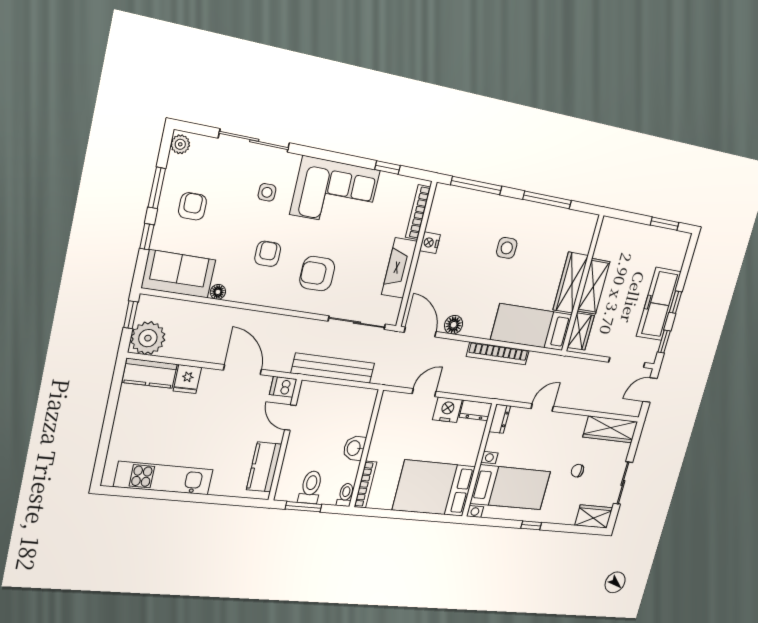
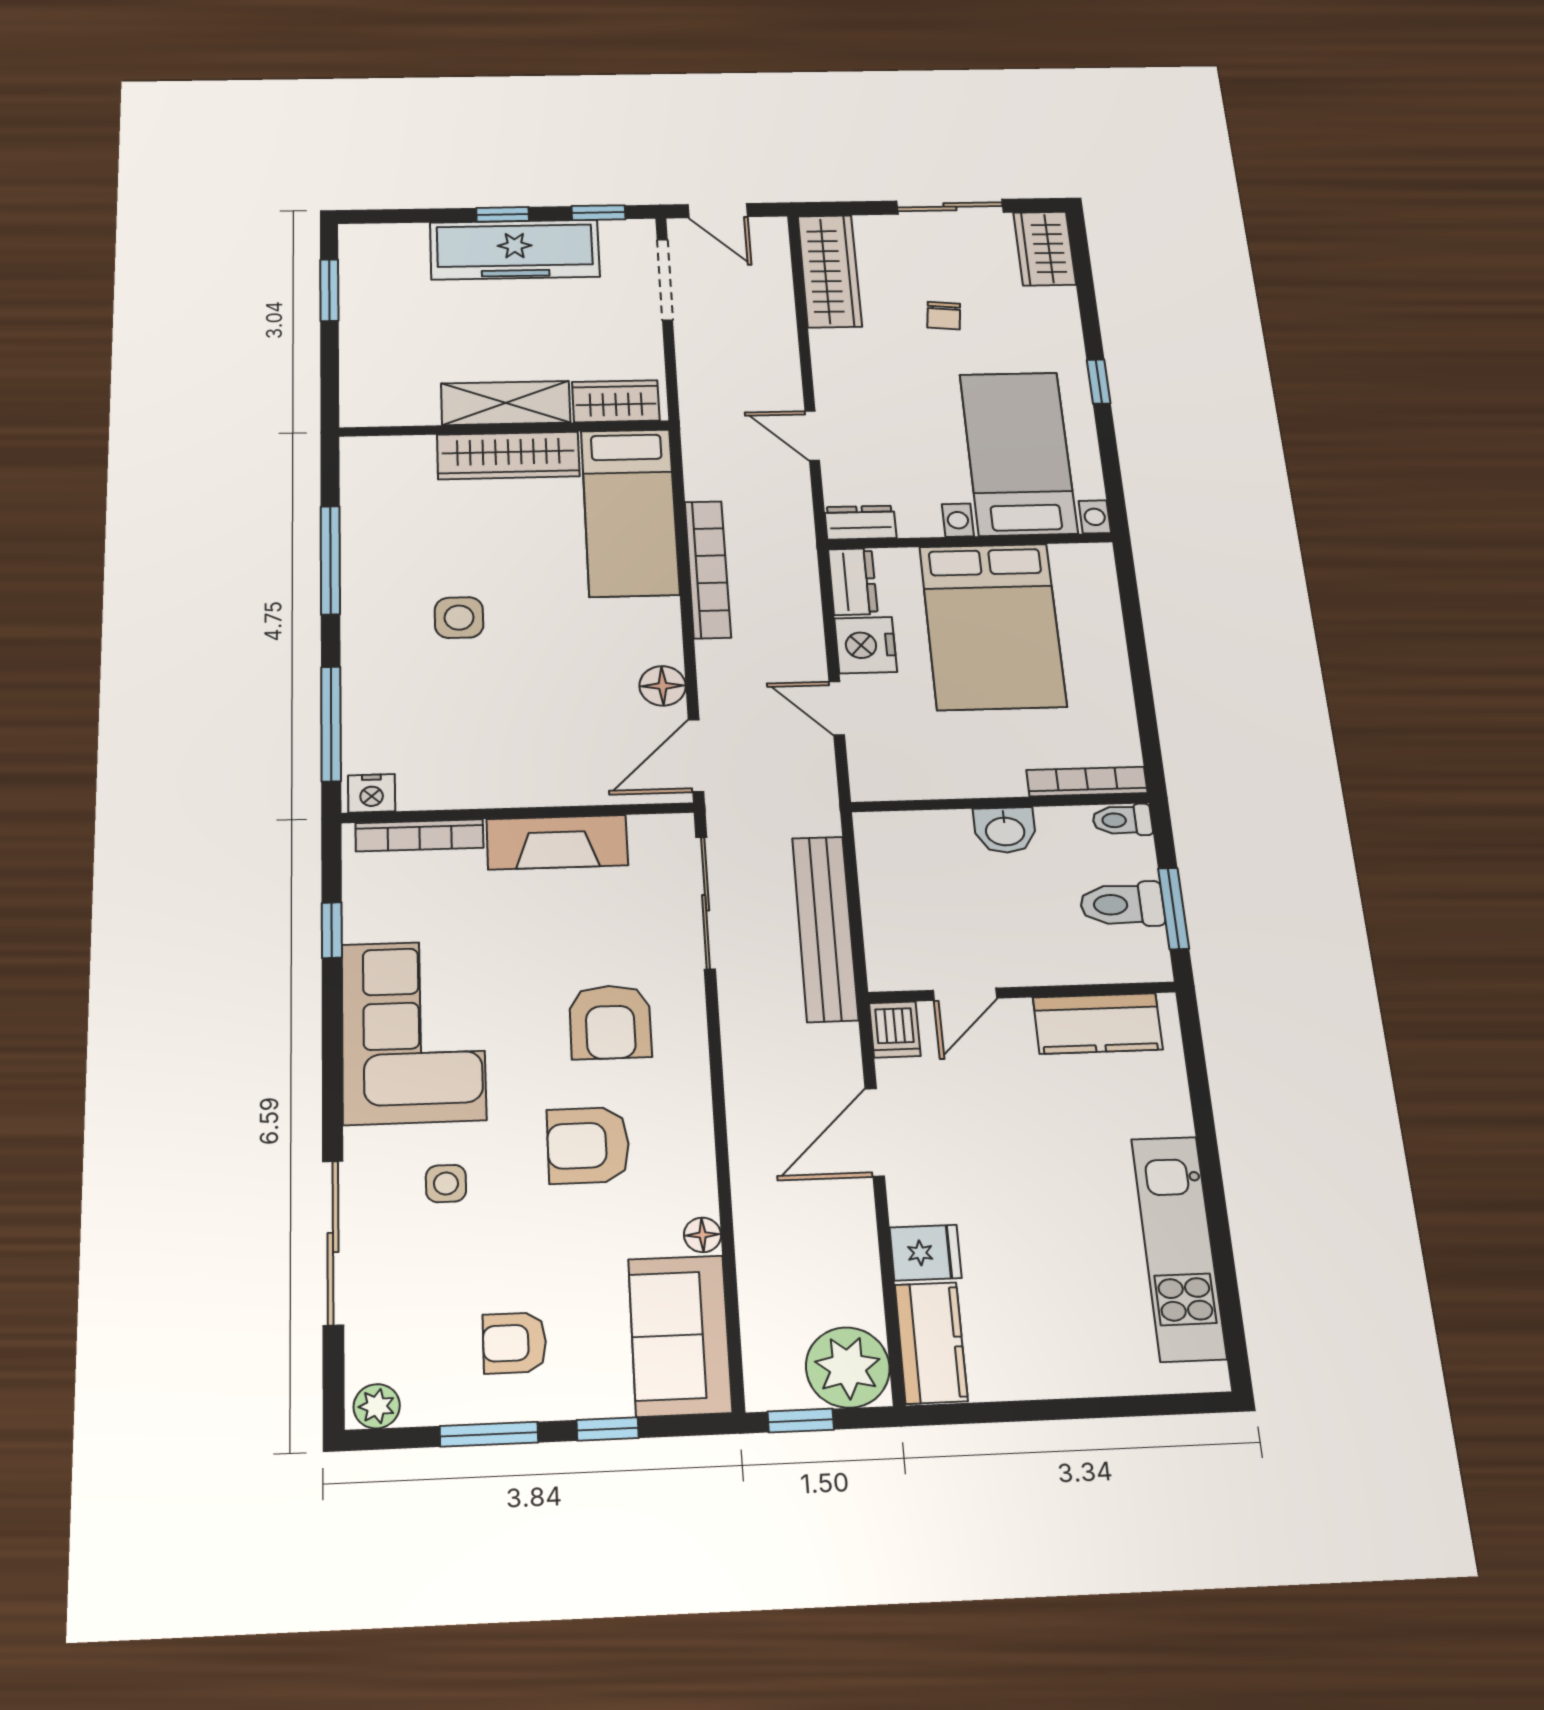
nightstand: (430, 243) -> (372, 793), moved
armchair: (268, 254) -> (588, 1145), width x1.38, depth x1.38
bed: (434, 488) -> (992, 626), moved

